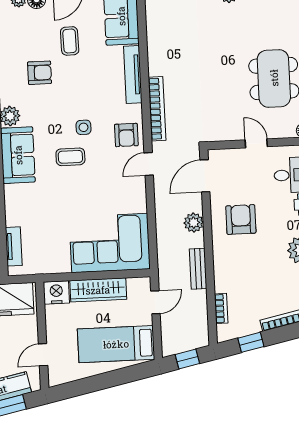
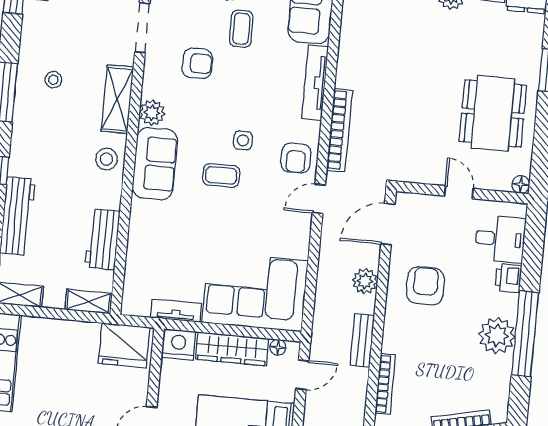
tv unit: (14, 246) -> (176, 311), moved, turned -90
floor lamp: (134, 284) -> (278, 347), added
bookcase: (221, 308) -> (385, 384), width x1.56

